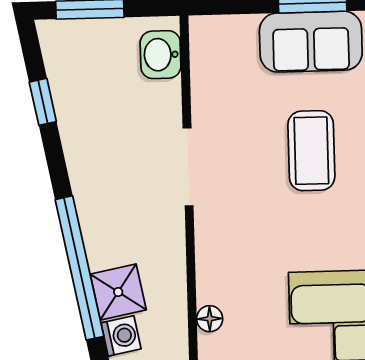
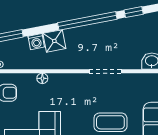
window: (79, 268) -> (87, 21), moved

